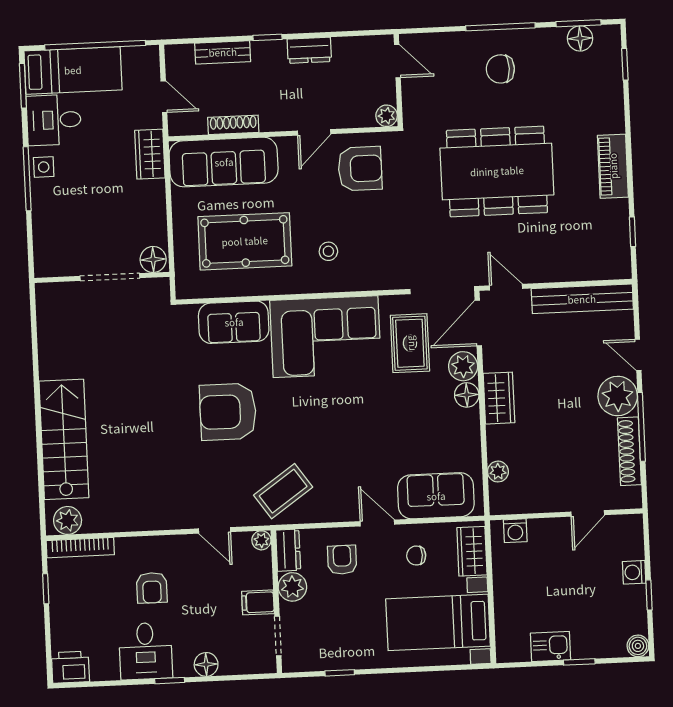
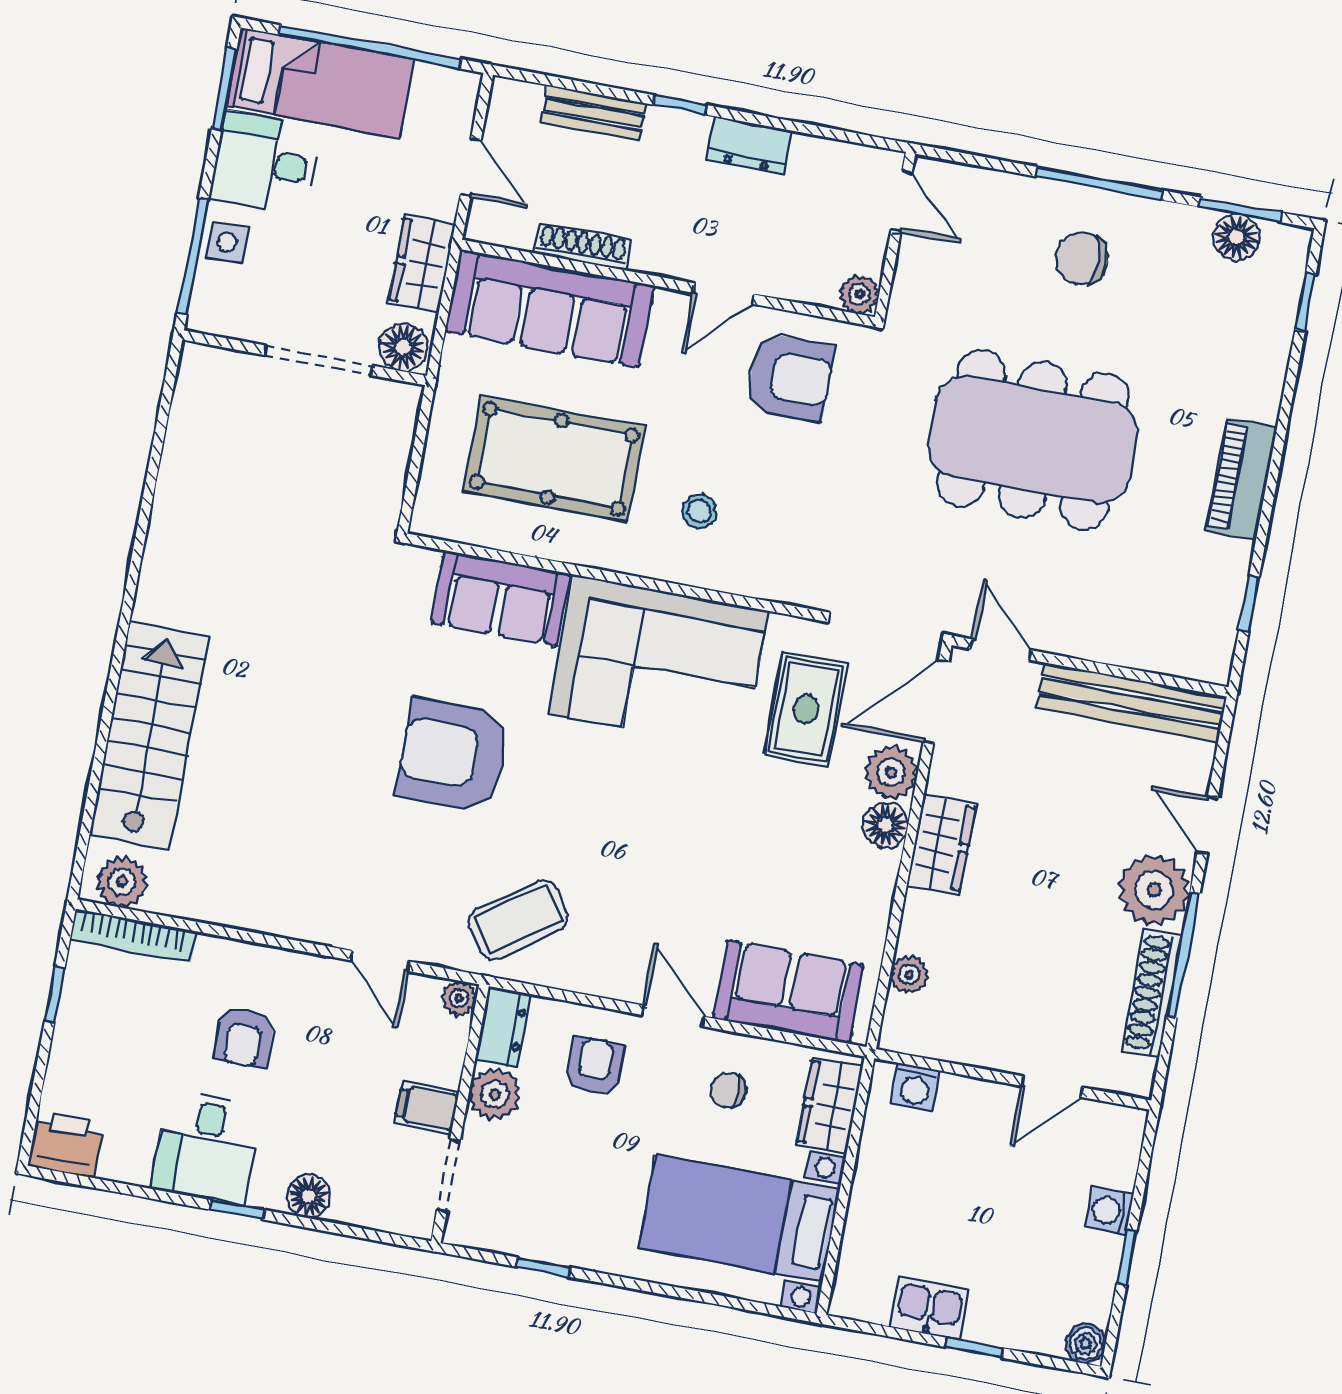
floor lamp: (153, 259) -> (403, 347), moved
wall: (102, 277) -> (304, 358), moved
doorway: (110, 277) -> (319, 360), moved

